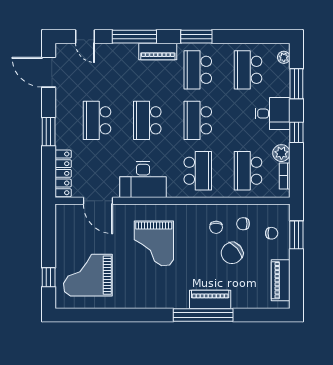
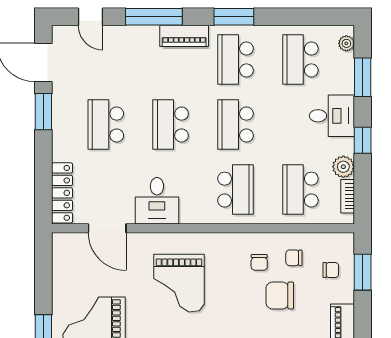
window: (49, 132) -> (43, 112), moved
desk: (143, 179) -> (157, 201), width x0.73
chair: (232, 253) -> (280, 295), turned 40

